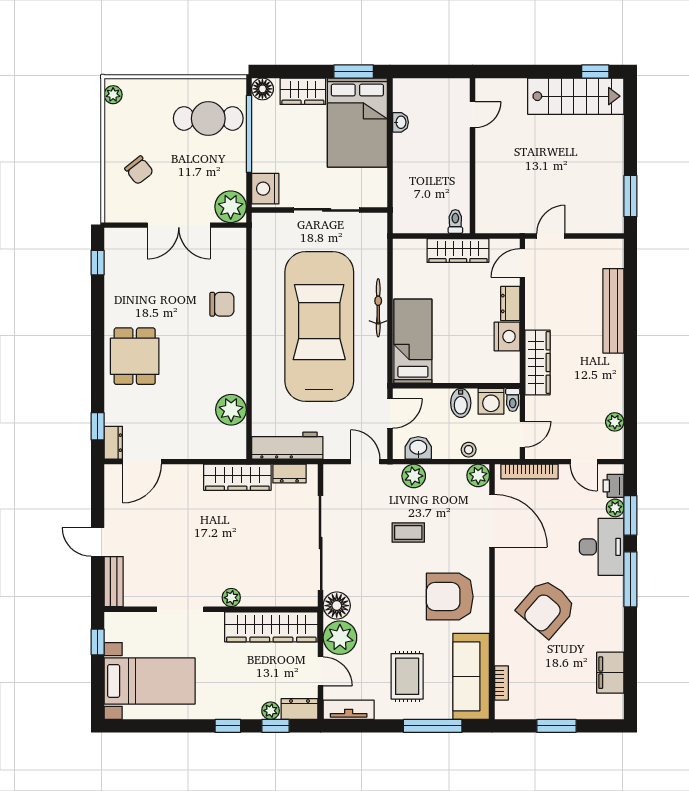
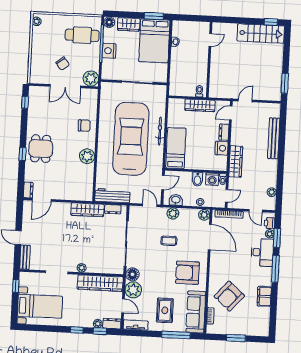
chair: (139, 170) -> (63, 64), moved
nightstand: (265, 189) -> (109, 51), moved
plant: (231, 410) -> (87, 156), moved
window: (98, 426) -> (22, 154), moved
armchair: (547, 608) -> (229, 296), moved
filing cabinet: (610, 673) -> (264, 296), moved

